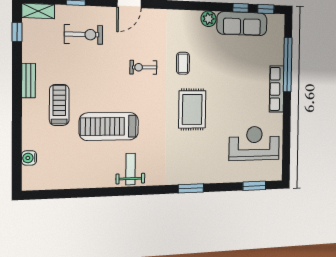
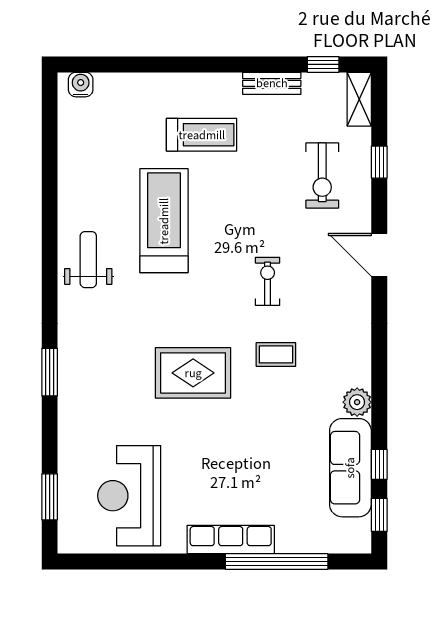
bench: (29, 81) -> (272, 83), moved
reception desk: (254, 143) -> (129, 496), turned 180
water cooler: (29, 158) -> (81, 85), moved
weight bench: (130, 169) -> (88, 260), turned -90

